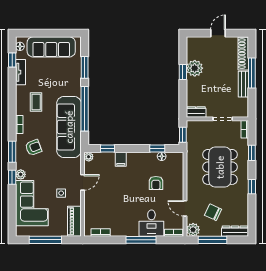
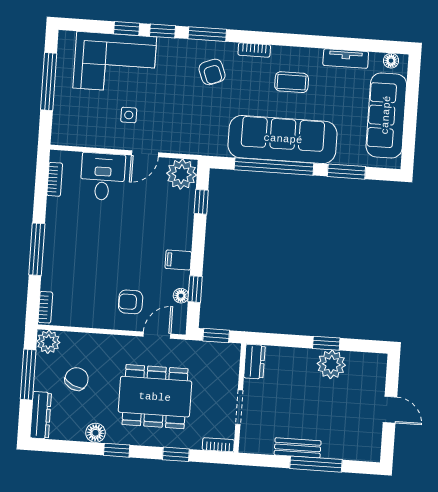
shoe rack: (243, 54) -> (351, 451), removed
window: (12, 60) -> (127, 28), moved
sofa: (69, 127) -> (283, 139), moved
plant: (89, 157) -> (182, 174), width x1.88, depth x1.88
filing cabinet: (121, 159) -> (178, 260), moved
plant: (21, 174) -> (166, 46), removed
door: (83, 182) -> (145, 154), hinge flipped
armchair: (156, 183) -> (131, 302), moved
floor lamp: (243, 199) -> (96, 433), added
door: (185, 208) -> (157, 335), moved
piano: (74, 221) -> (78, 135), removed
desk: (151, 223) -> (103, 177), moved, turned 90

